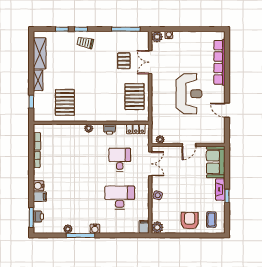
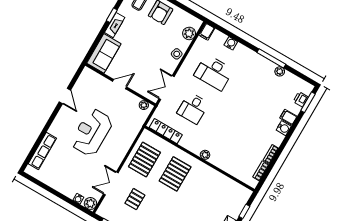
double door: (150, 62) -> (111, 183), swing flipped
row of seats: (219, 62) -> (42, 151), width x0.73
pallet: (65, 102) -> (175, 174), moved
printer: (109, 129) -> (186, 143), removed
locker: (136, 129) -> (166, 131), width x1.53
plant: (157, 227) -> (189, 33), moved
water cooler: (95, 229) -> (231, 43), moved

